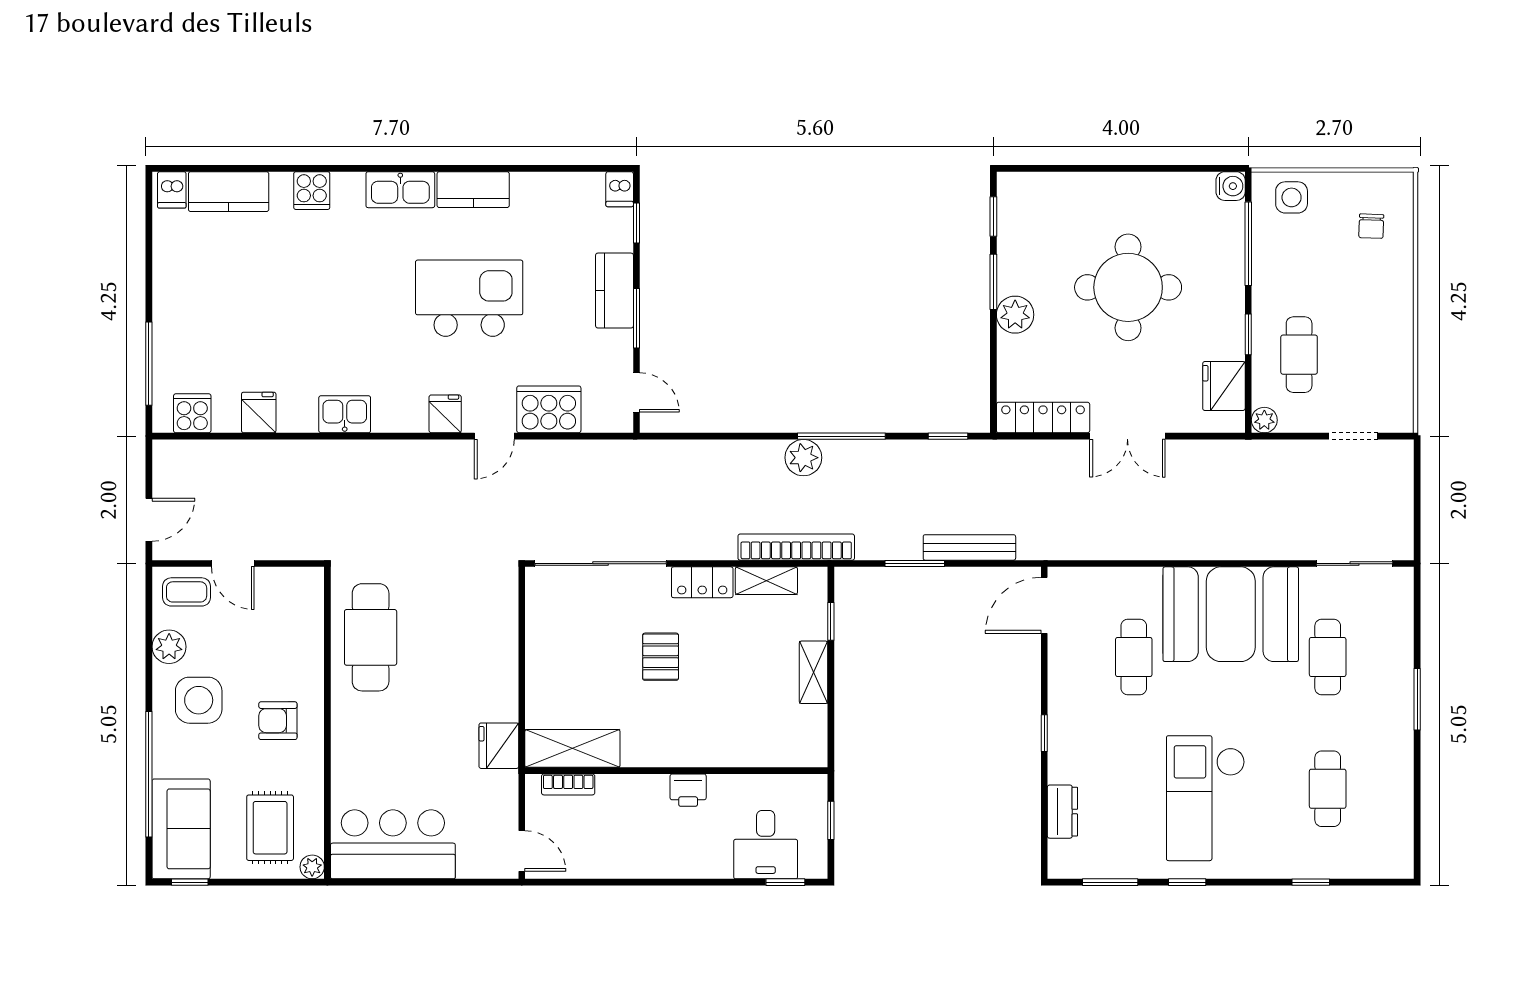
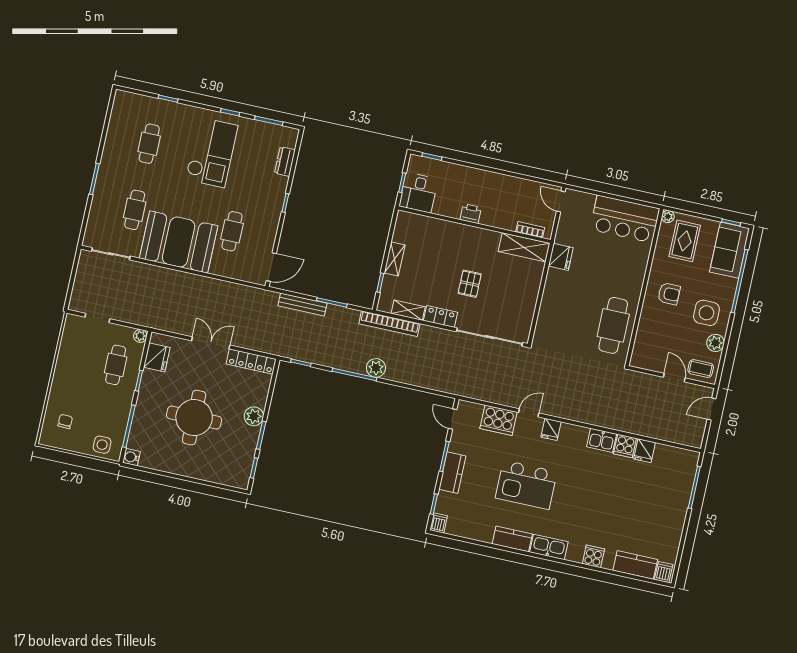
cooker: (192, 413) -> (625, 446), moved
desk: (766, 845) -> (418, 193), moved, turned 180

